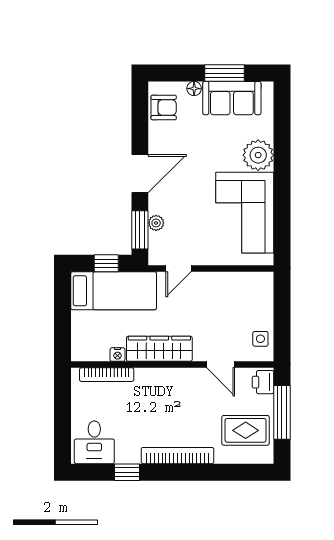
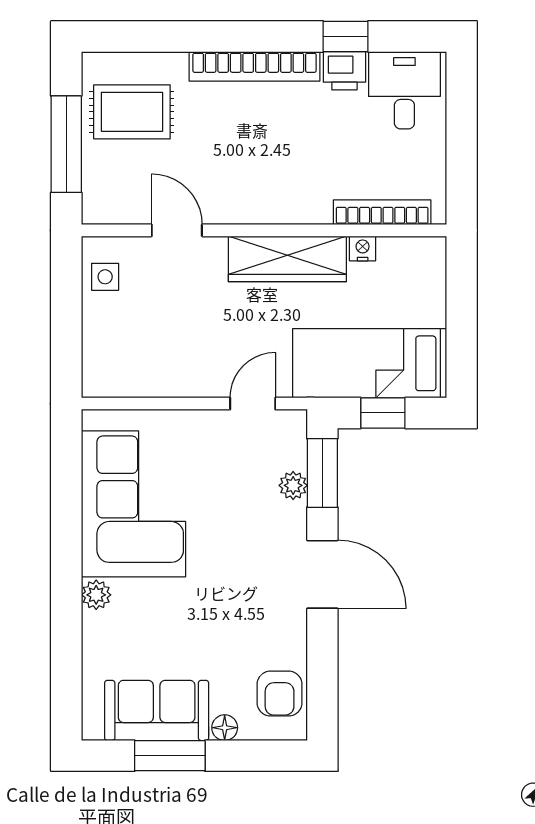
armchair: (164, 108) -> (280, 694), turned -90
plant: (258, 155) -> (96, 595), width x0.53, depth x0.53
door: (140, 174) -> (322, 574), swing flipped
printer: (263, 382) -> (344, 71), moved, turned 90

